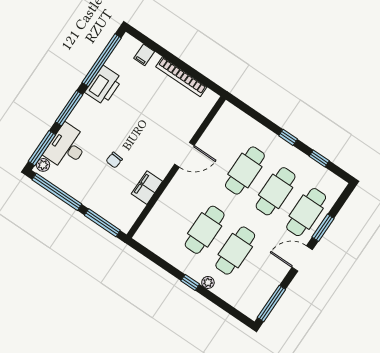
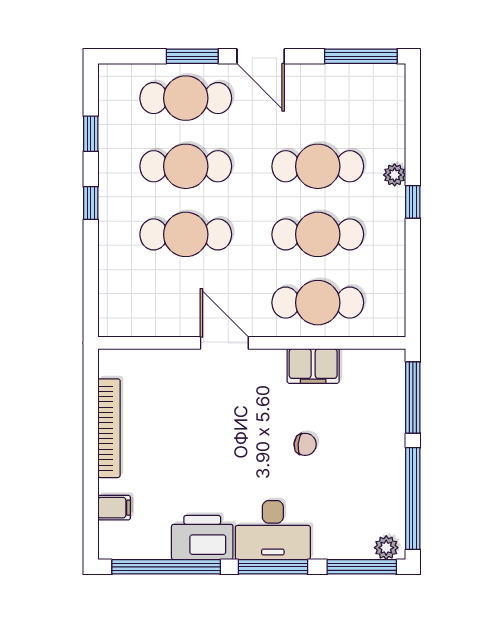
desk: (67, 147) -> (273, 530), moved
cafe table: (174, 209) -> (318, 303), added

